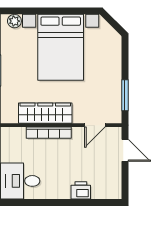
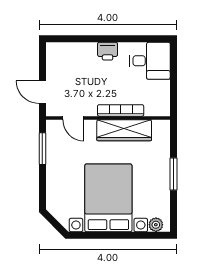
door: (95, 125) -> (73, 118), swing flipped
printer: (81, 190) -> (108, 51), moved

